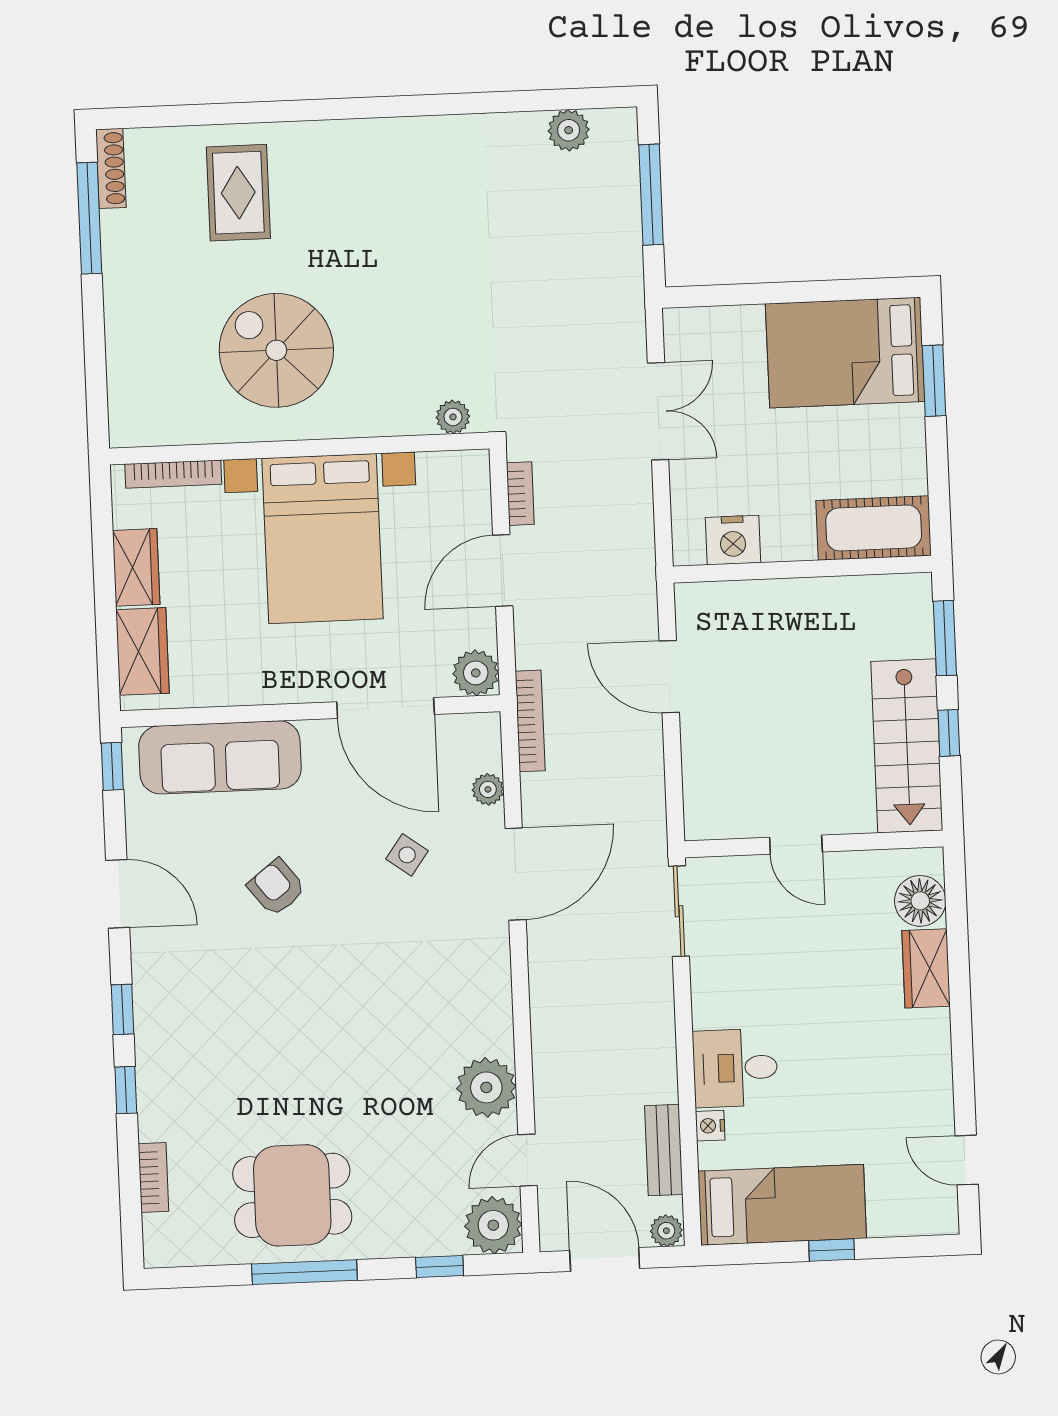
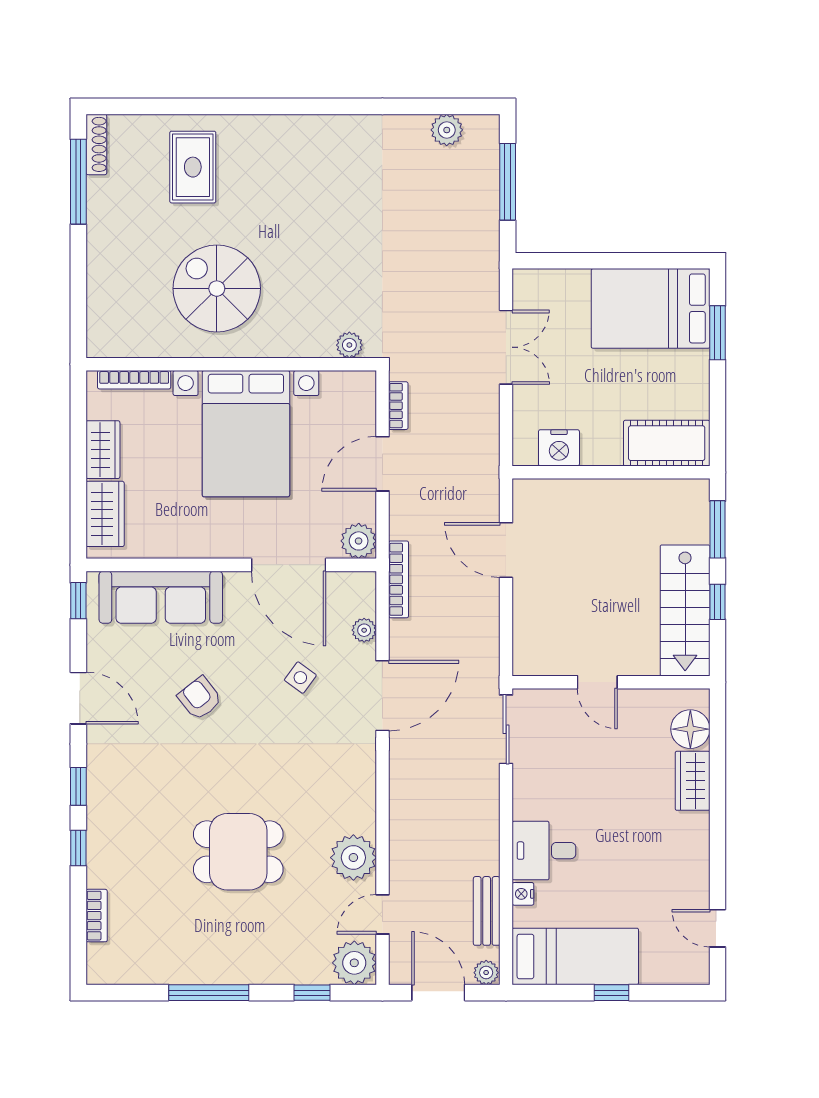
dining table: (292, 1195) -> (238, 852), moved

